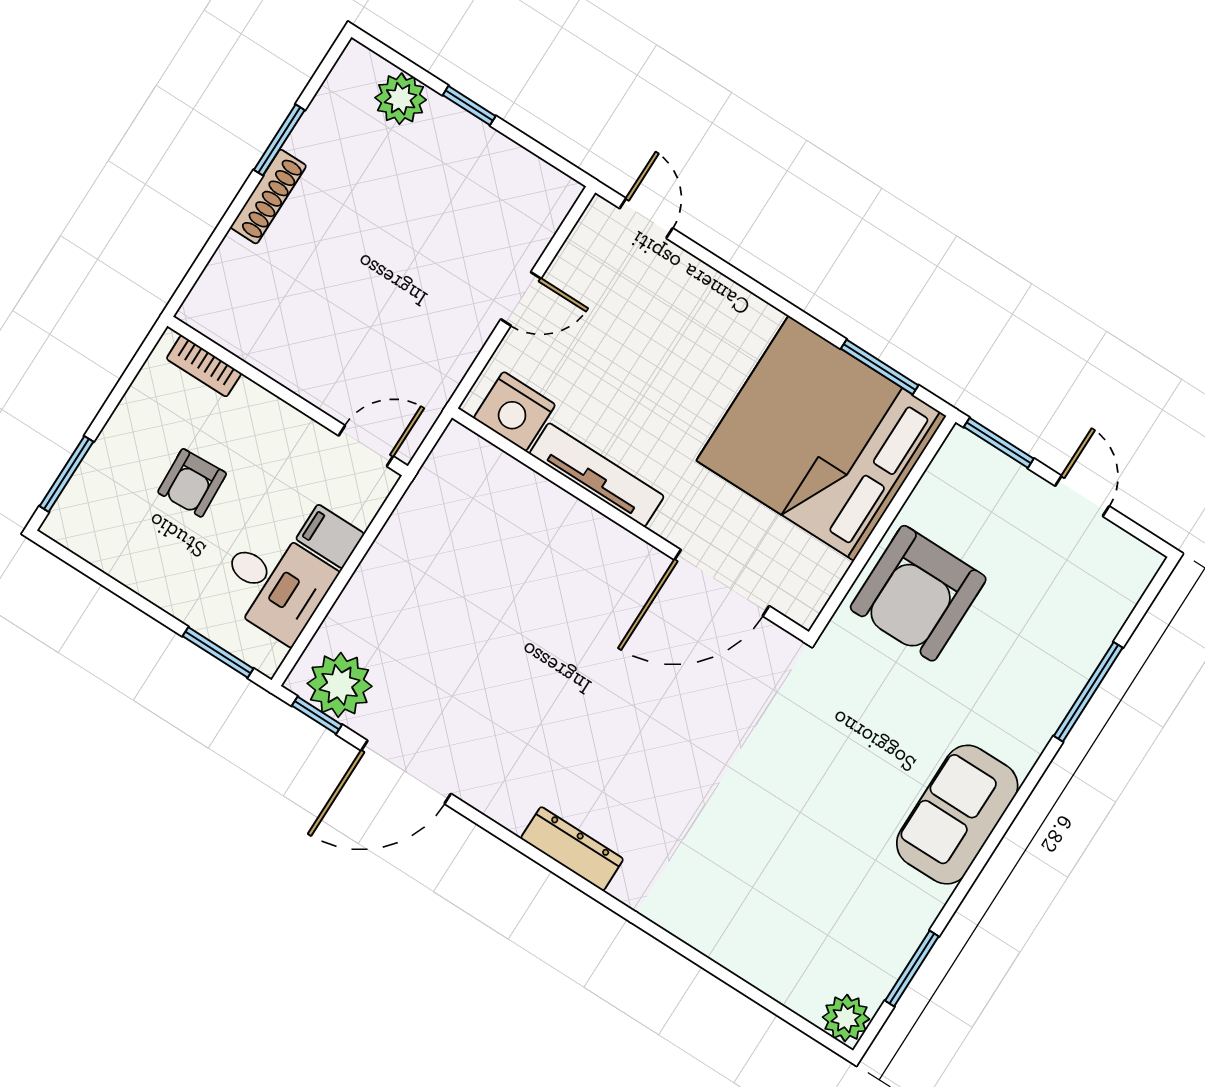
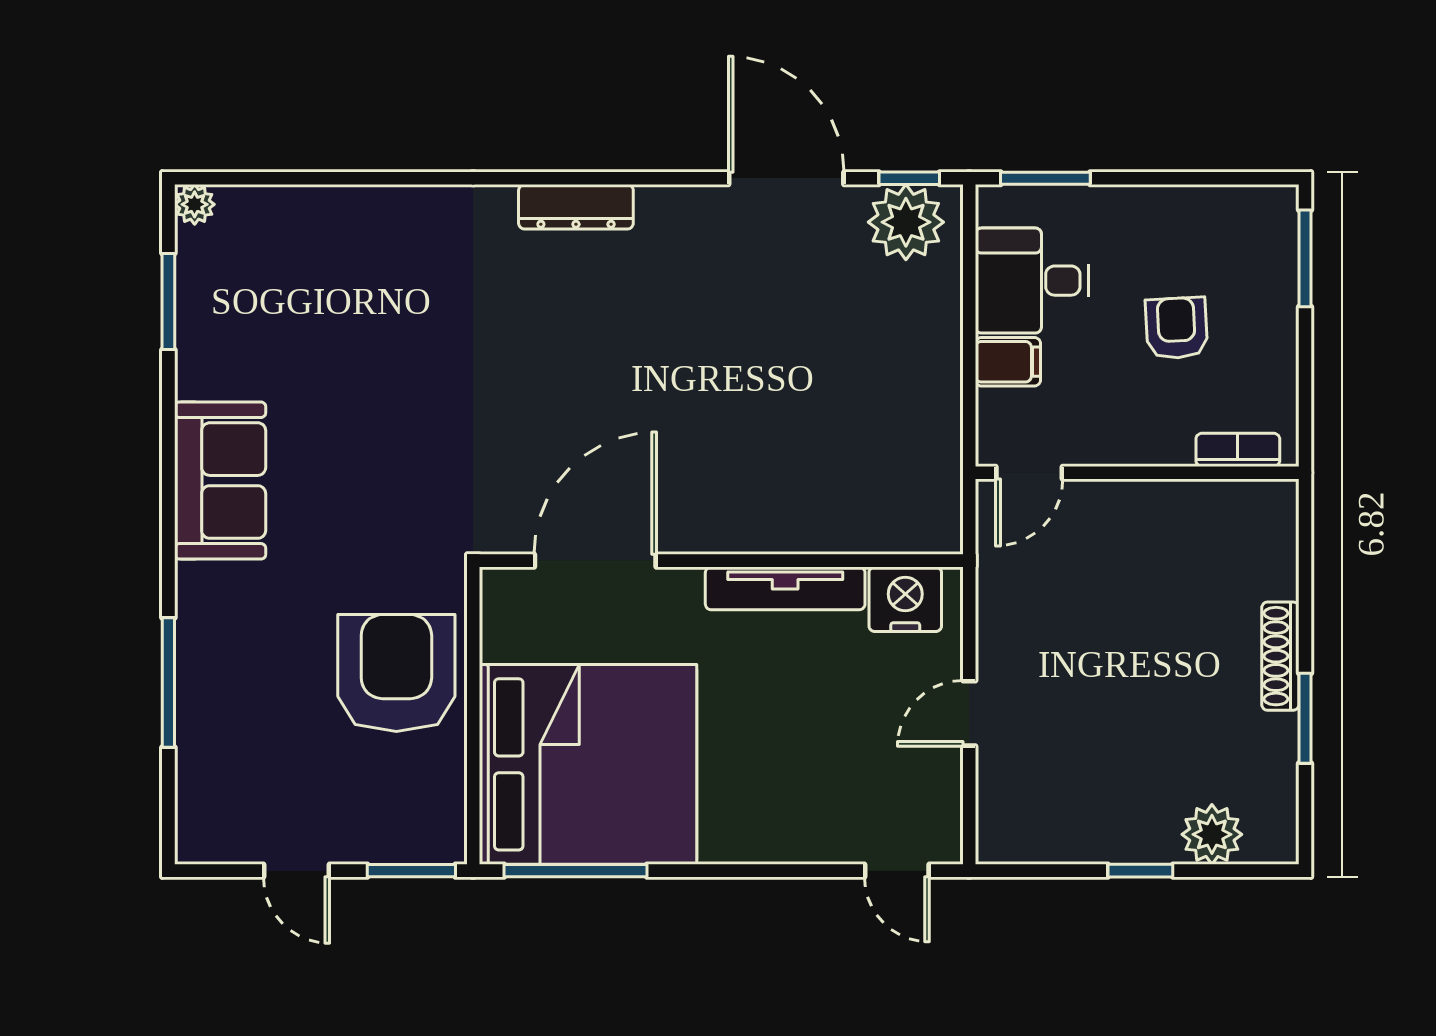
window: (880, 367) -> (576, 871), width x1.44
door: (406, 772) -> (786, 178), hinge flipped
plant: (846, 1018) -> (195, 204), width x0.73, depth x0.73

